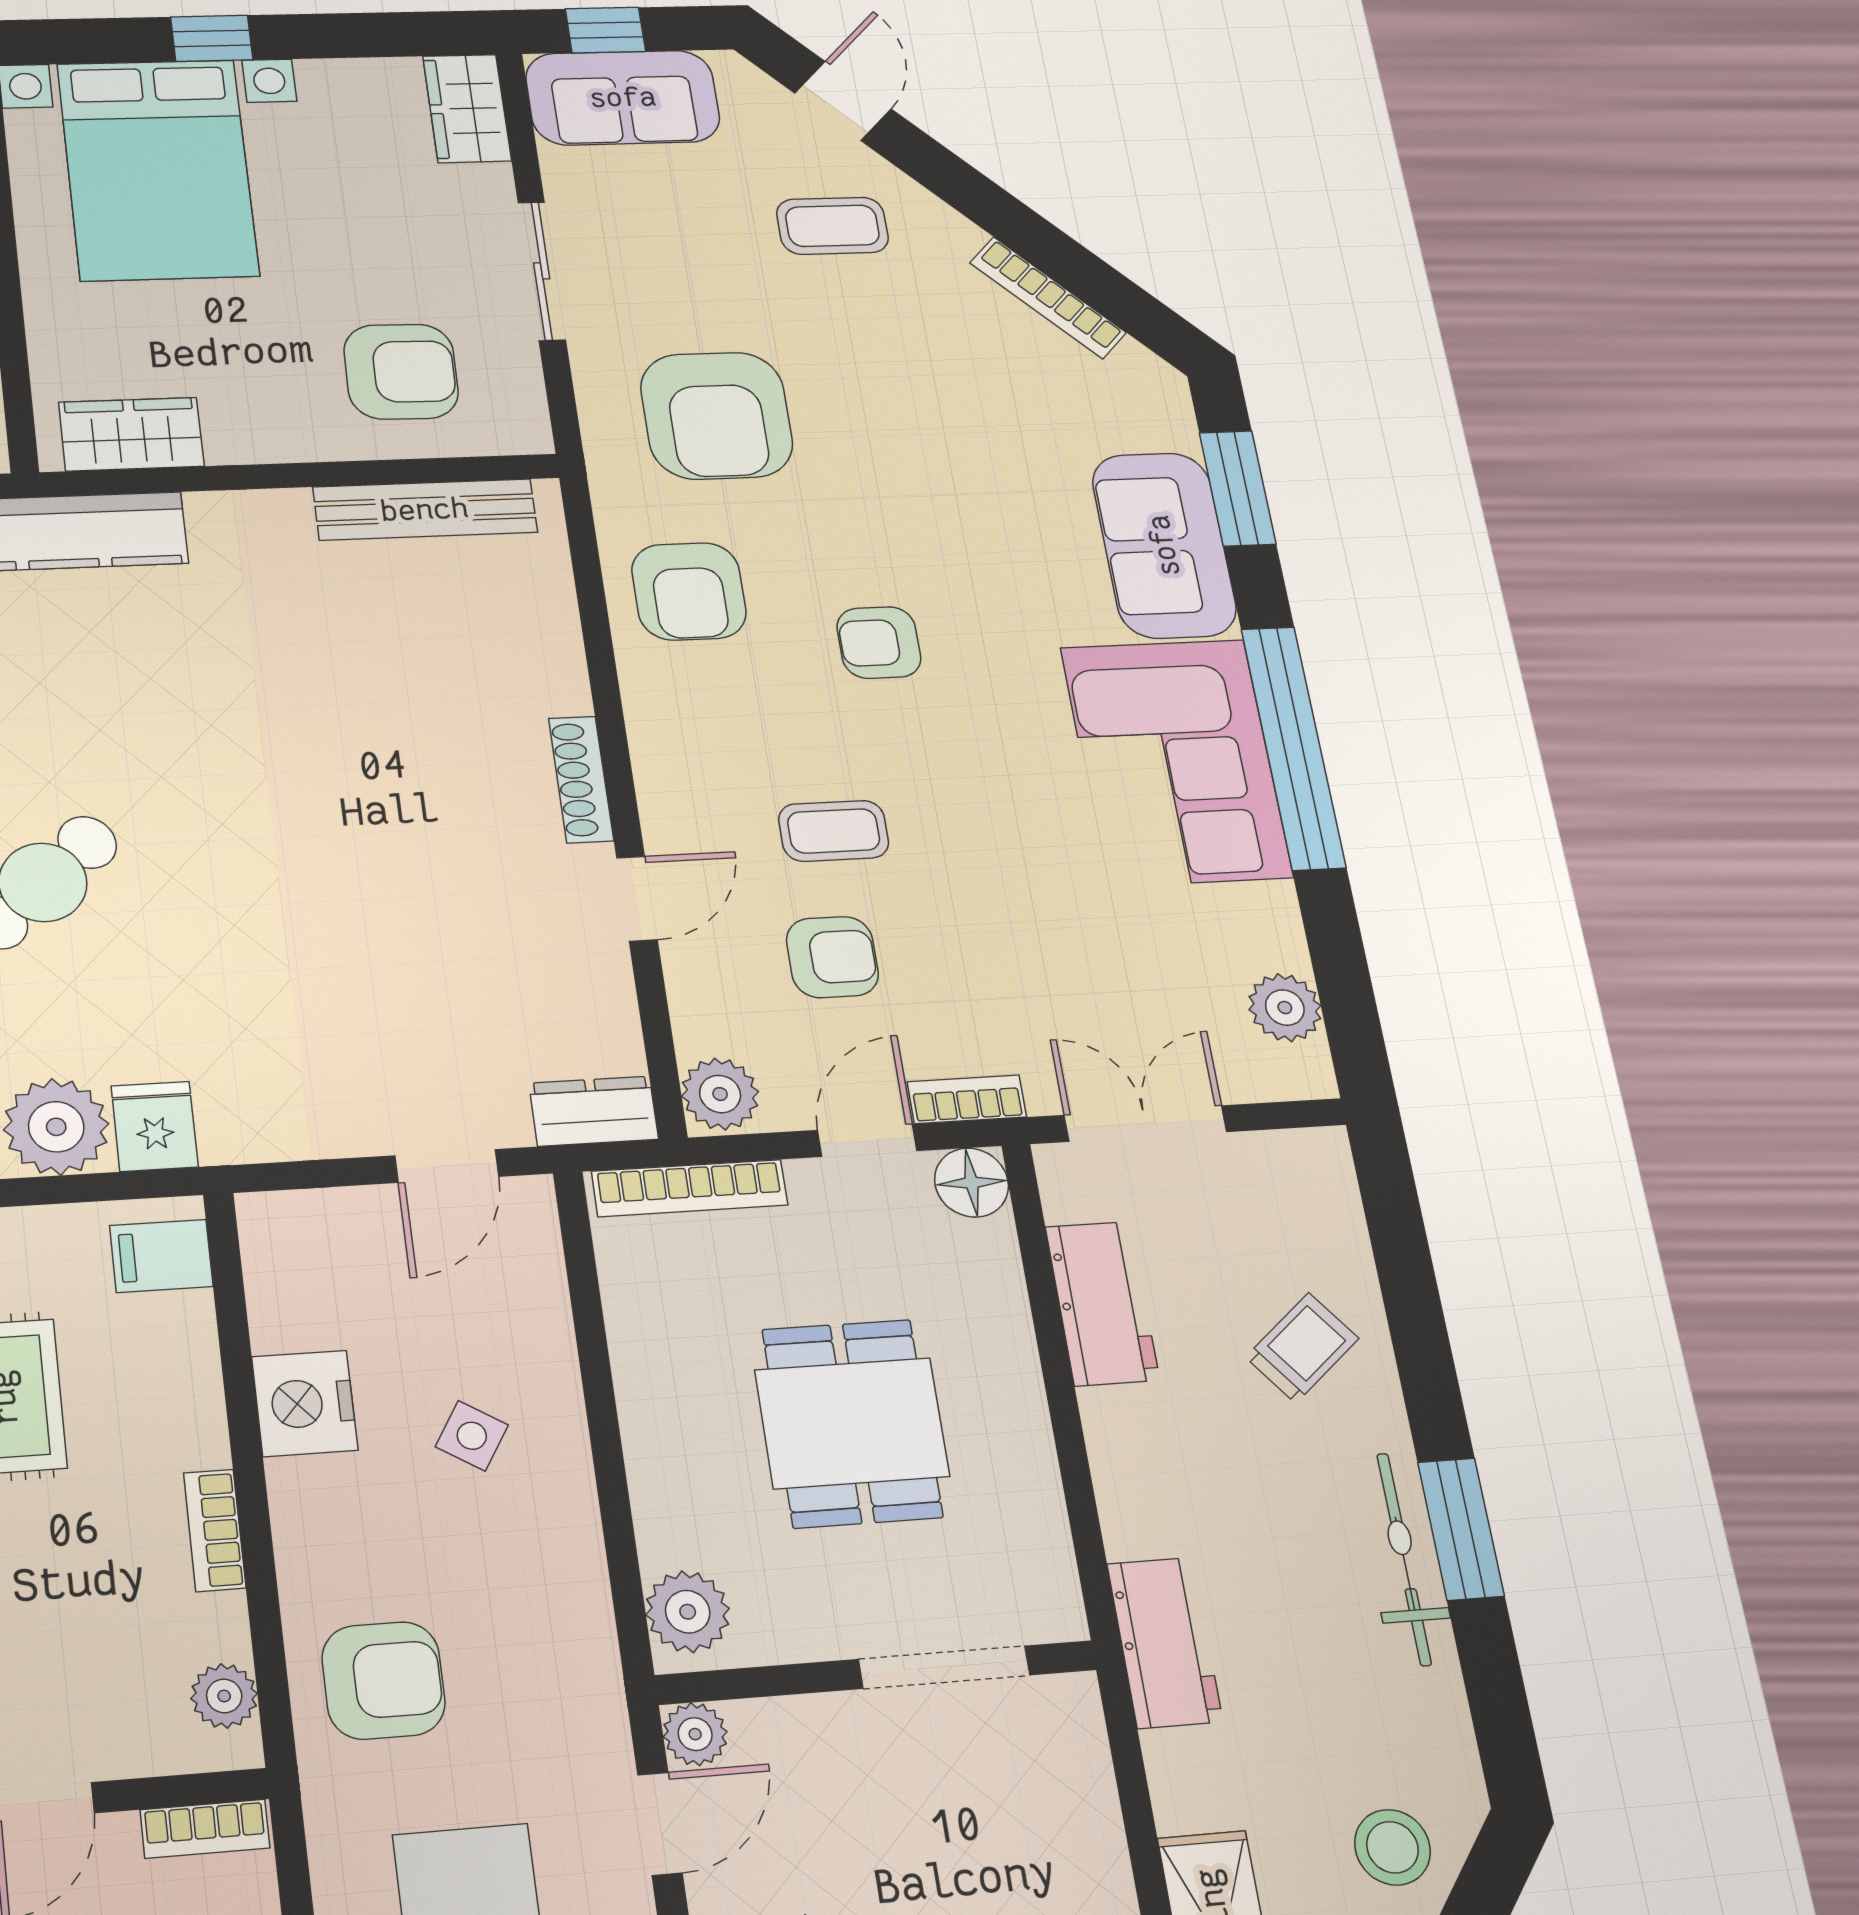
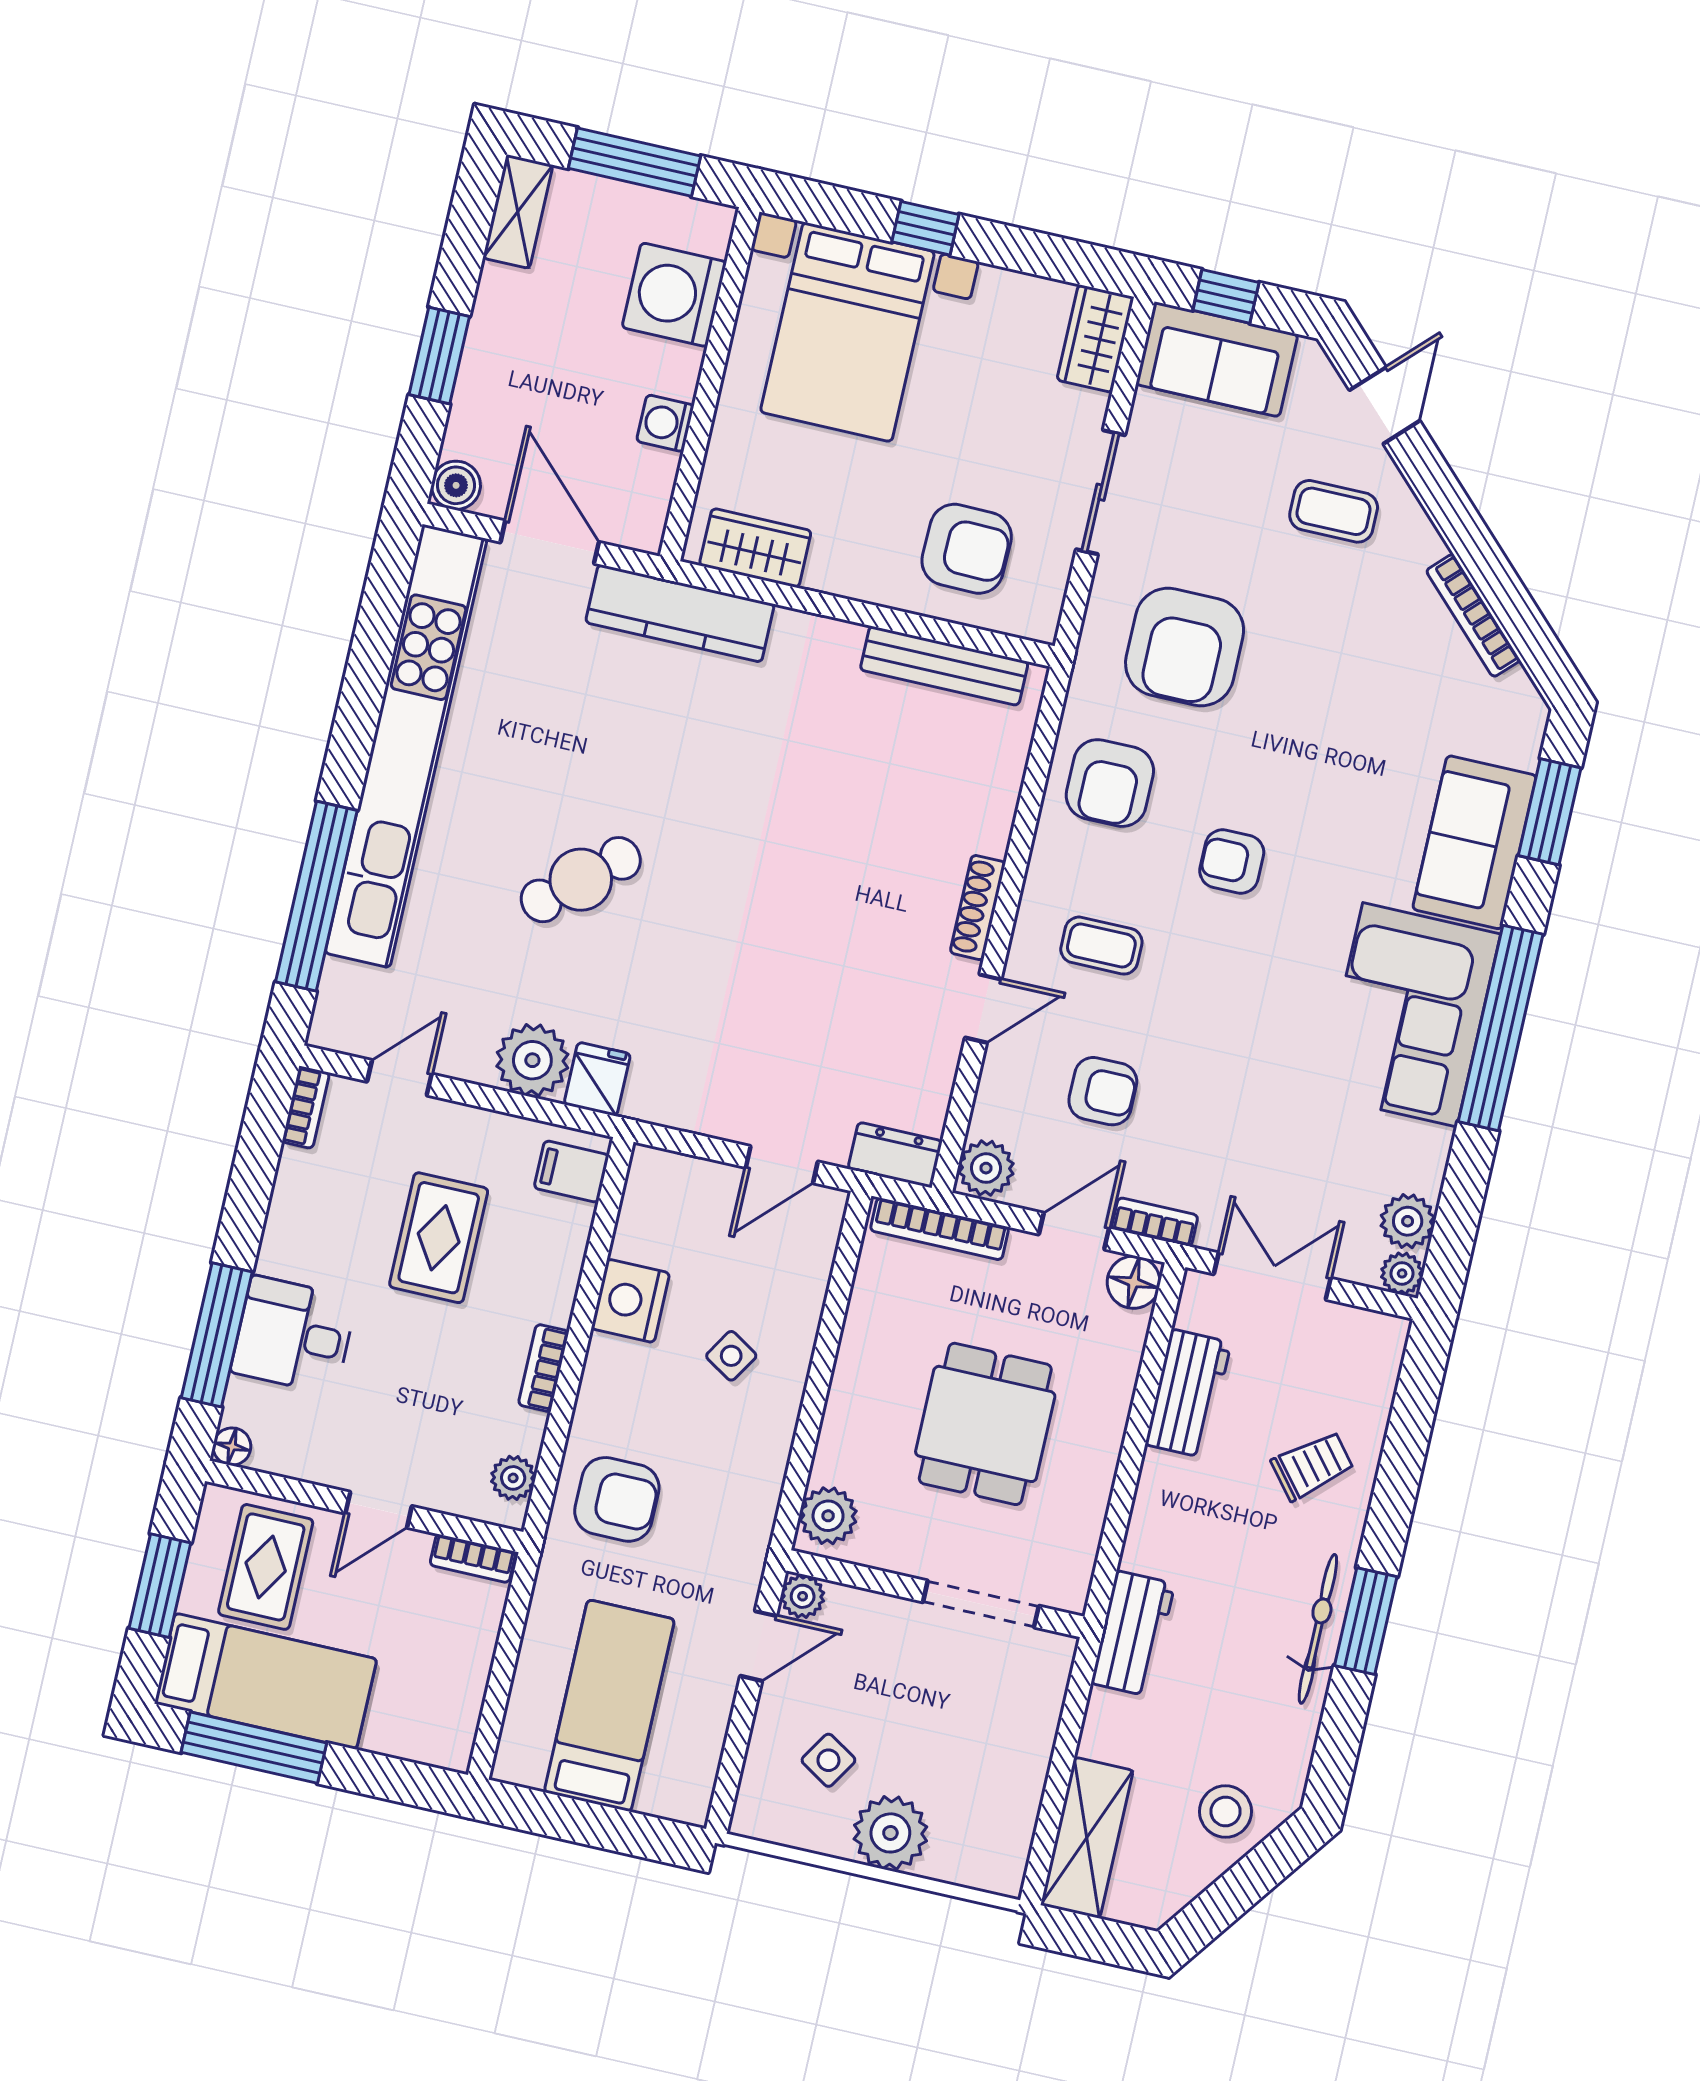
coffee table: (834, 831) -> (1101, 946), moved
plant: (1307, 1073) -> (1402, 1273), added

